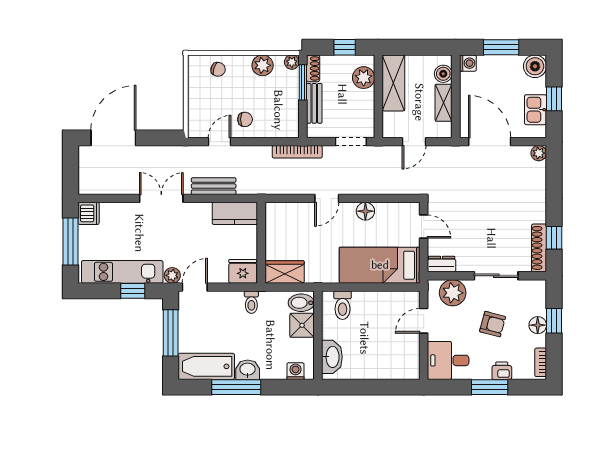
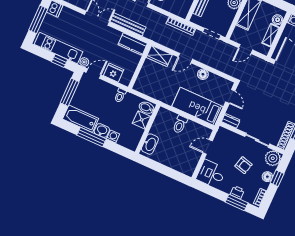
bench: (214, 186) -> (128, 24), width x1.36
fridge: (243, 271) -> (114, 73), moved
wardrobe: (285, 272) -> (159, 56), moved, turned 180
plant: (453, 293) -> (273, 158), moved
toilet: (343, 305) -> (180, 124), moved
washing machine: (296, 371) -> (113, 136), moved
window: (490, 387) -> (237, 203), moved

